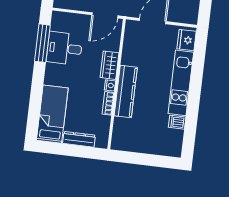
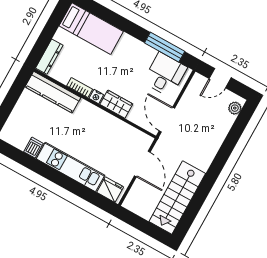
desk: (64, 48) -> (165, 75), moved
kitchen counter: (126, 92) -> (53, 92), moved
dresser: (79, 139) -> (49, 57), moved

